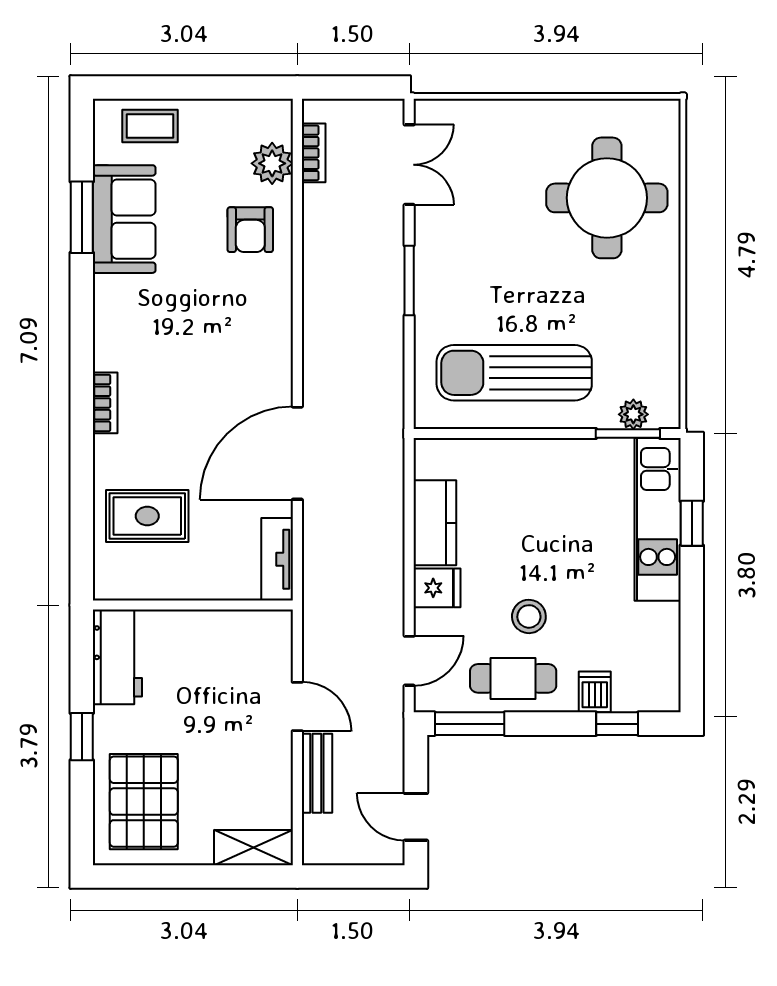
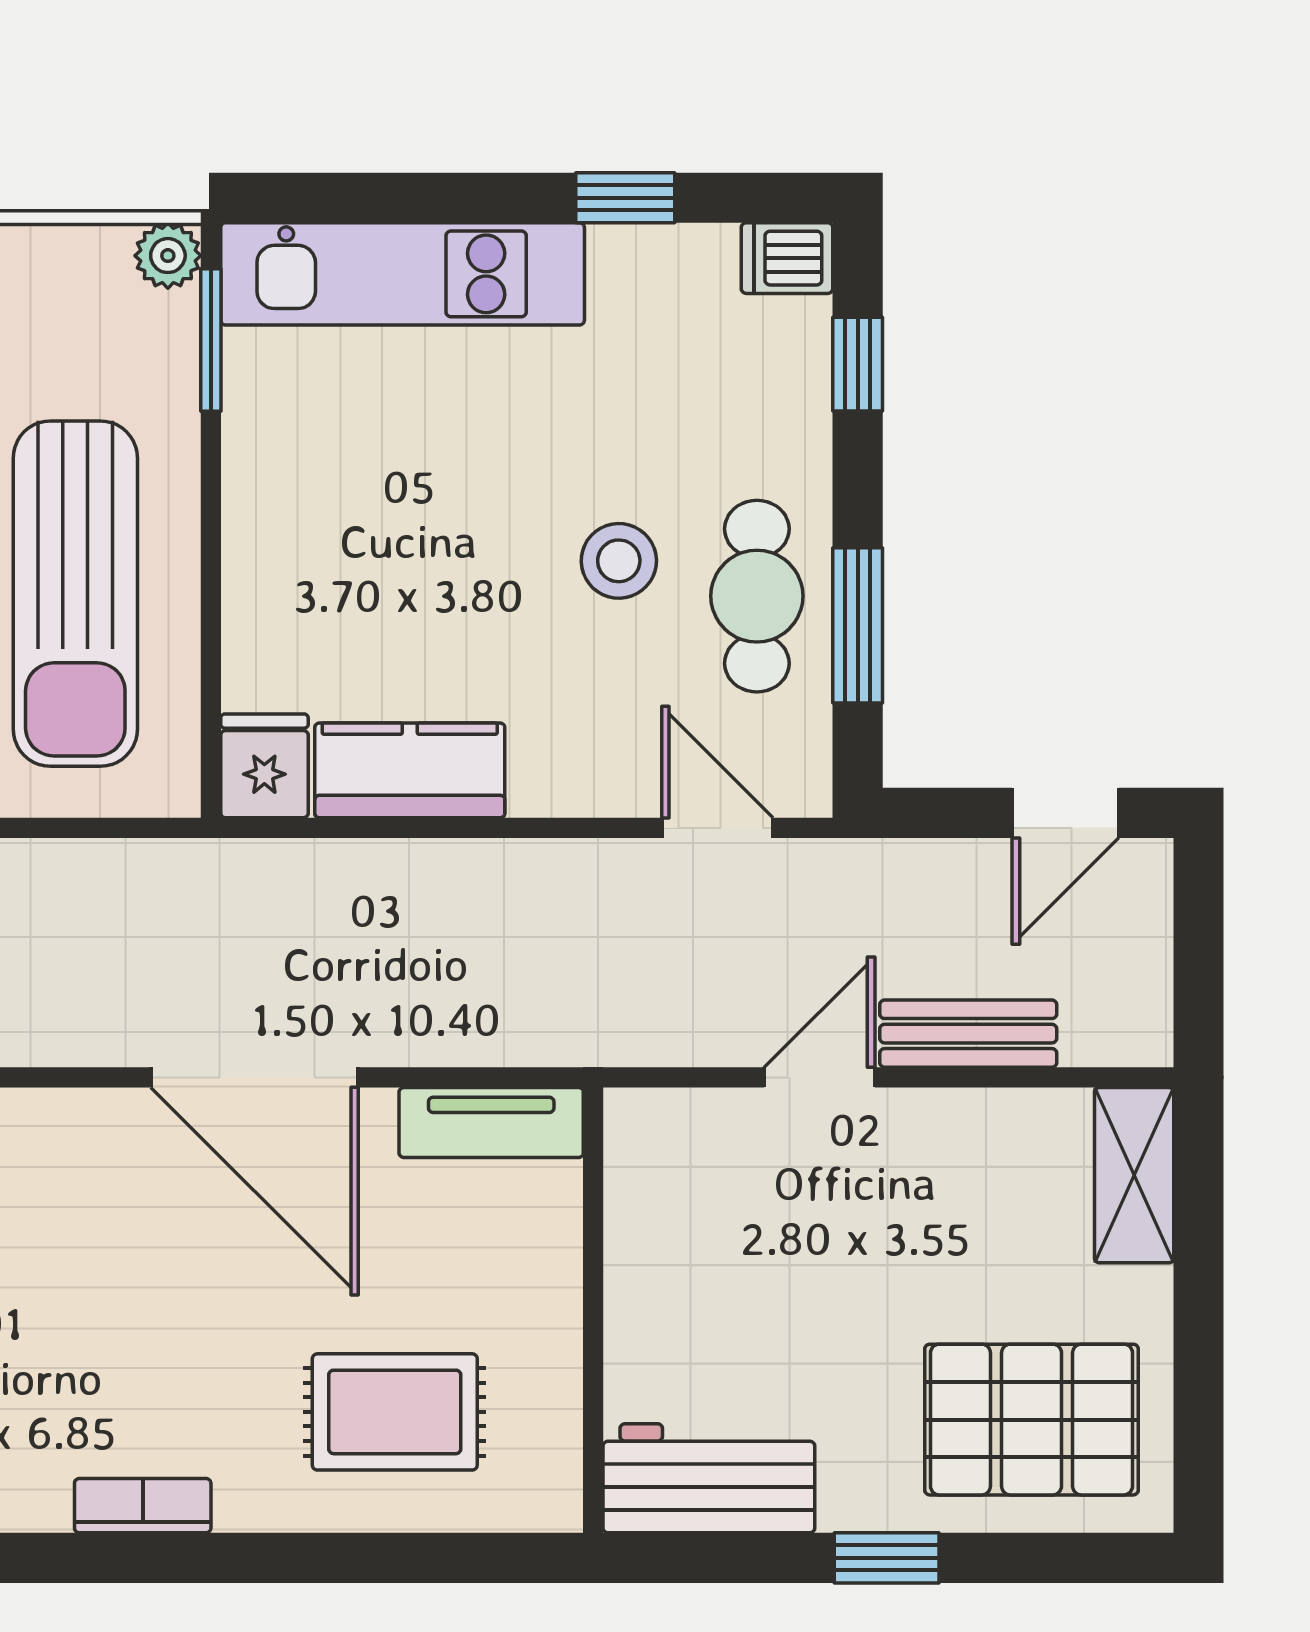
plant: (633, 414) -> (168, 256), moved
rug: (147, 516) -> (395, 1412), turned 90
window: (692, 523) -> (625, 198), moved
fridge: (437, 588) -> (264, 766), moved
dishwasher: (595, 692) -> (787, 258), moved
window: (470, 724) -> (858, 625), moved

